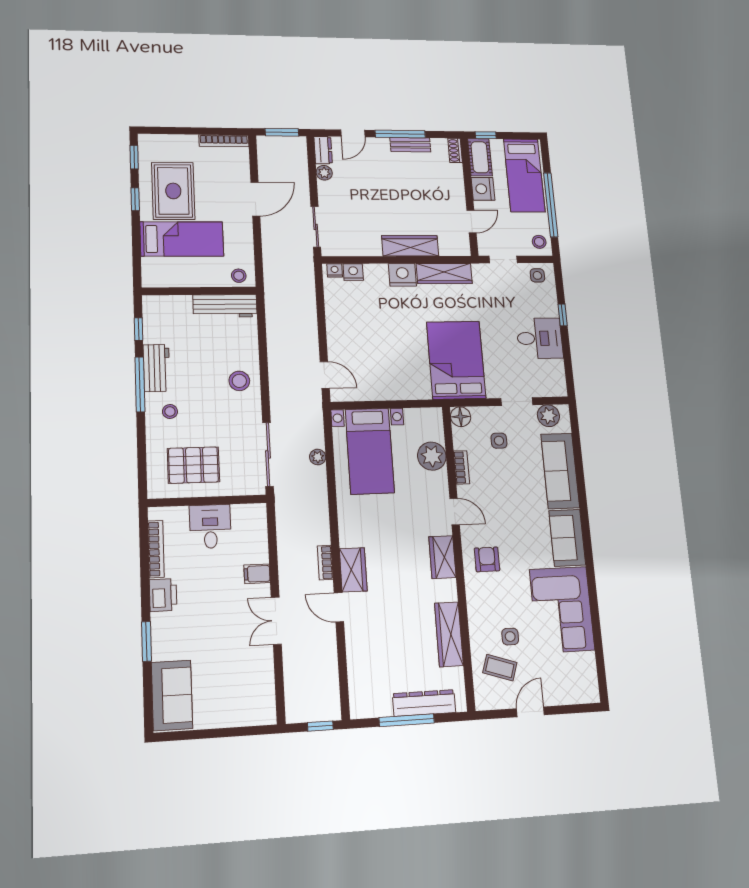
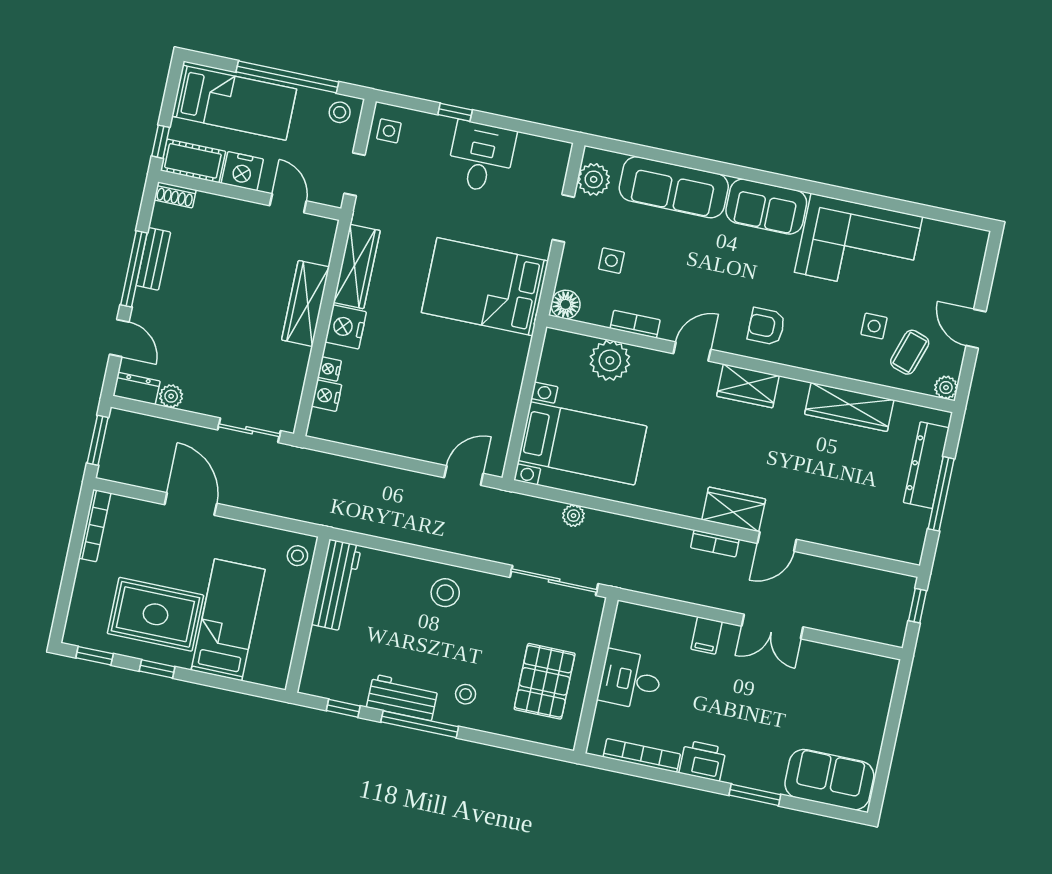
nightstand: (335, 270) -> (329, 369), moved
plant: (483, 702) -> (946, 388), added

